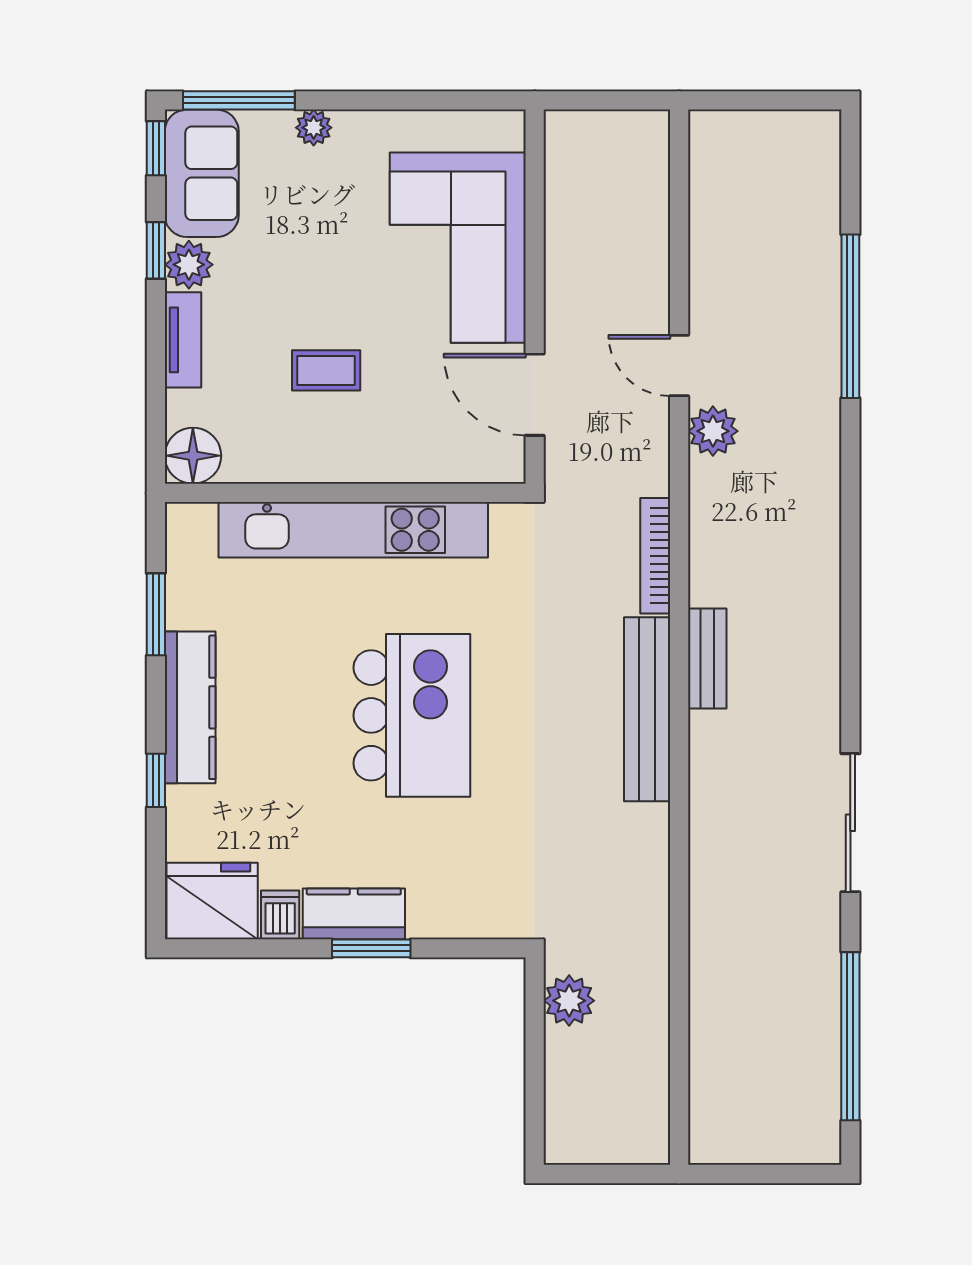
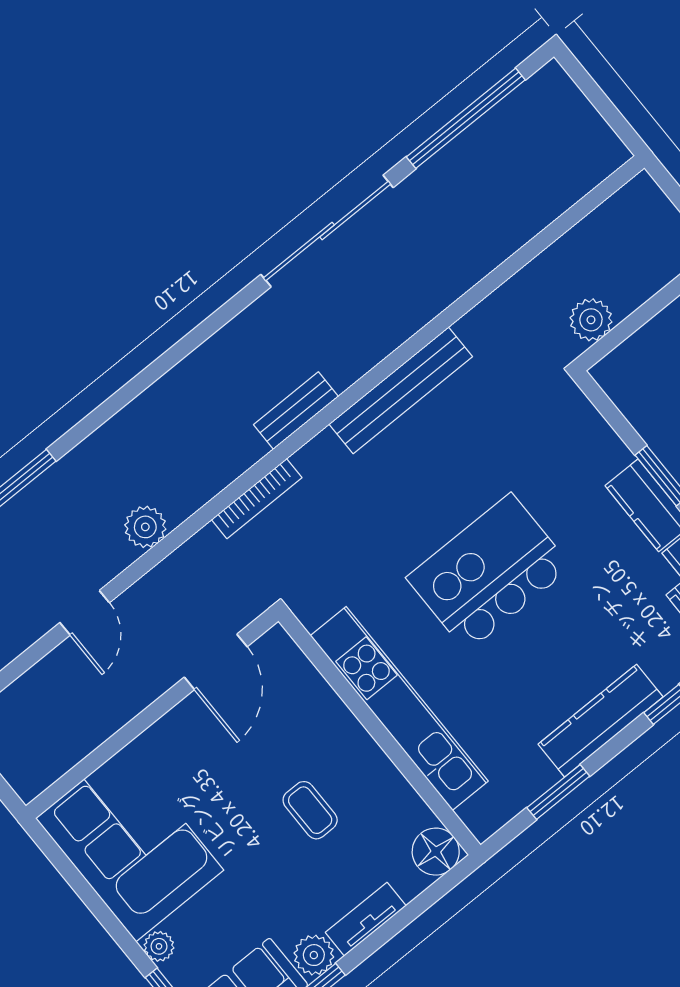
corner sofa: (458, 248) -> (130, 844), moved, turned -90
door: (679, 365) -> (85, 613), moved
bench: (647, 709) -> (401, 390), moved
sliding door: (850, 823) -> (327, 231), width x1.36

